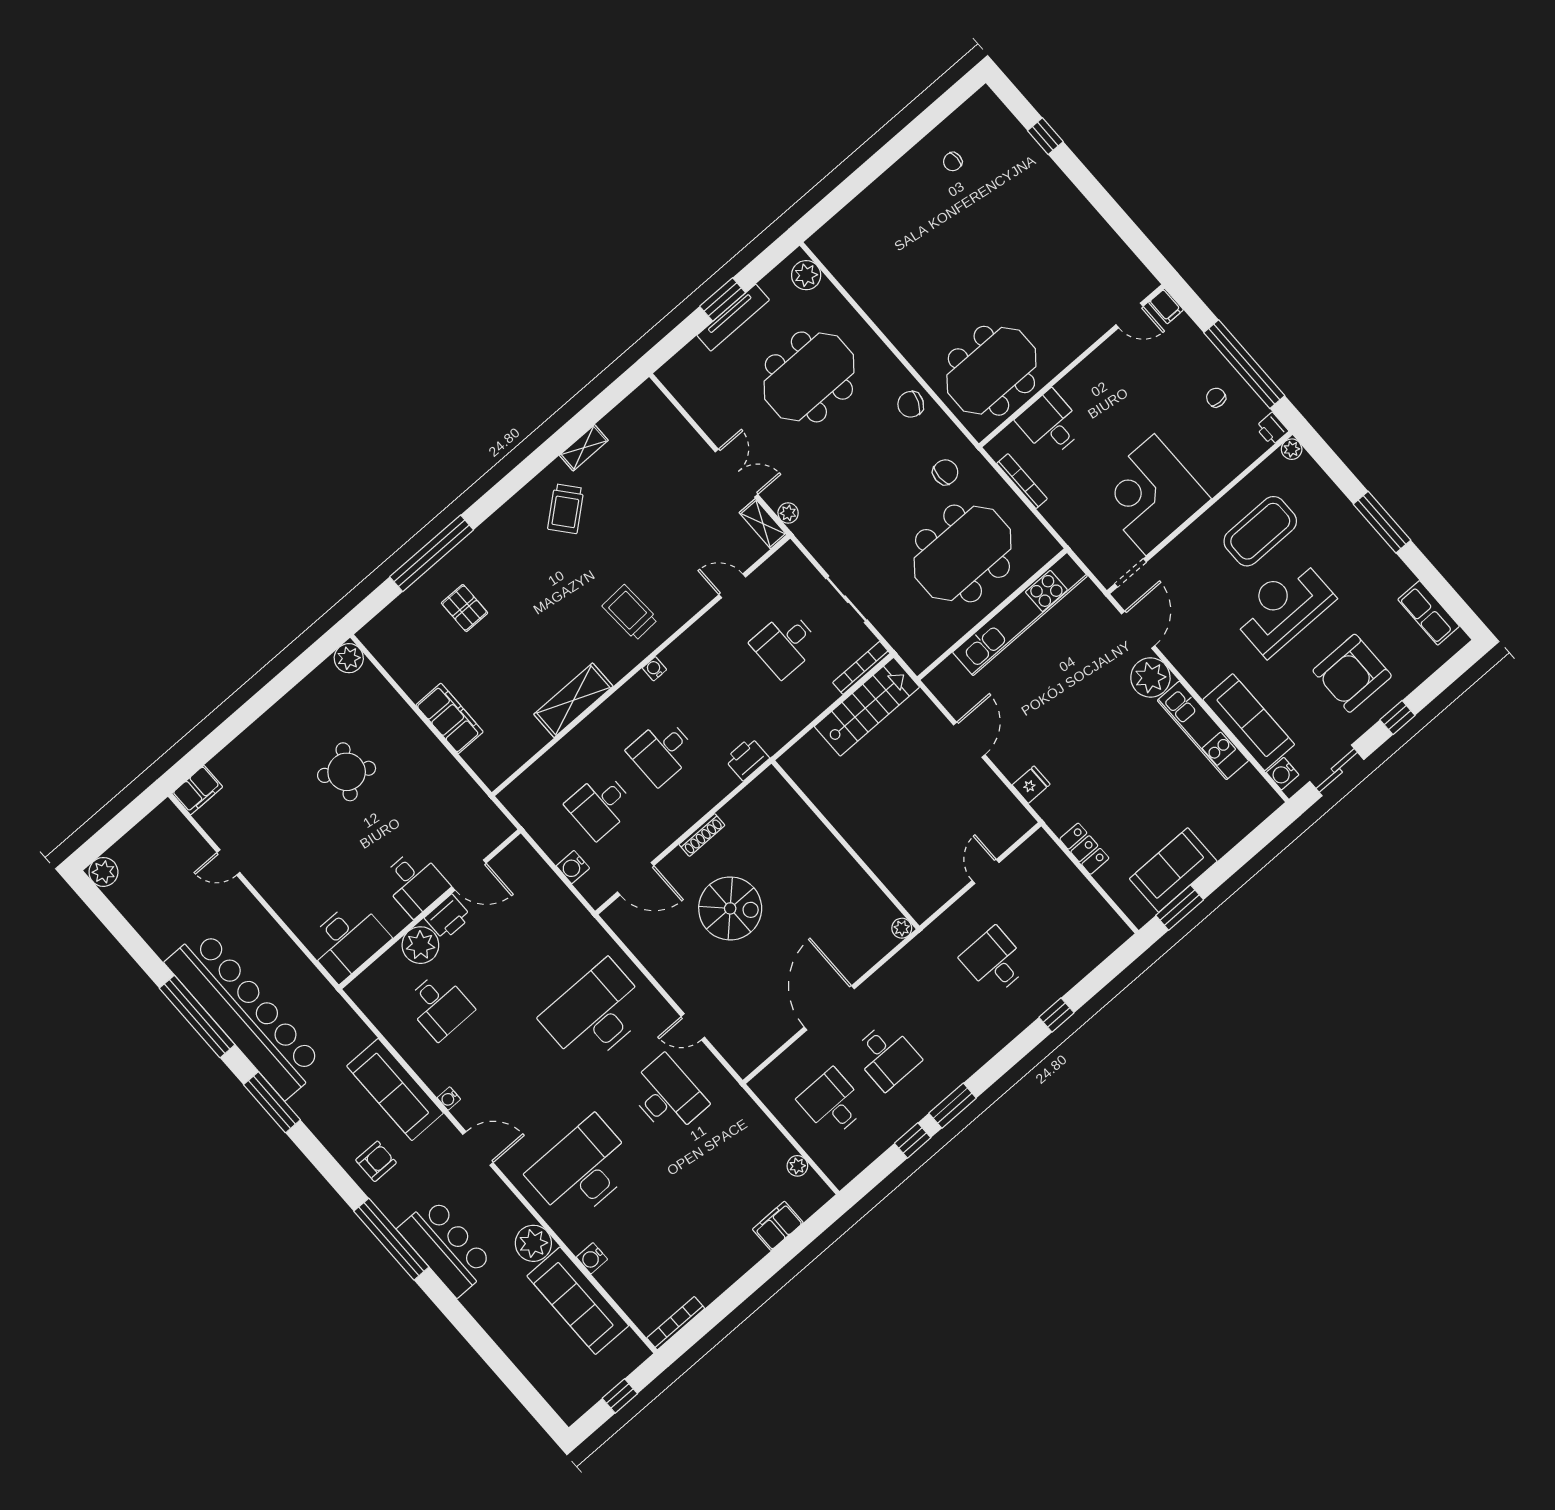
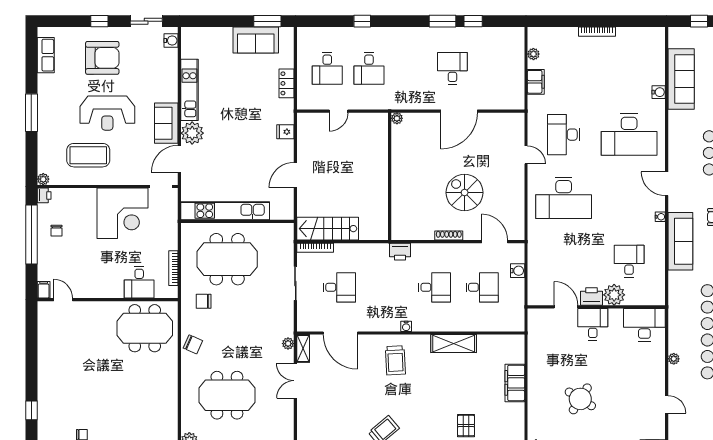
door: (732, 586) -> (340, 333), width x1.87
sofa: (1249, 722) -> (166, 123), moved, width x0.73
desk: (832, 1103) -> (327, 68), moved
filing cabinet: (778, 1226) -> (536, 82), moved, turned -90
plant: (533, 1243) -> (674, 359), moved, width x0.53, depth x0.53
bookcase: (676, 1323) -> (597, 32), moved

